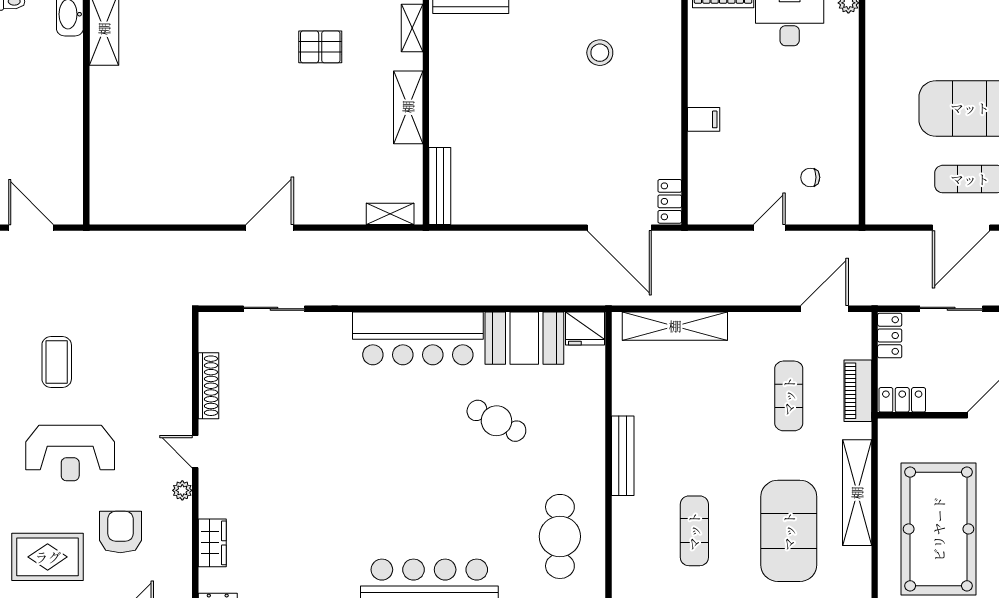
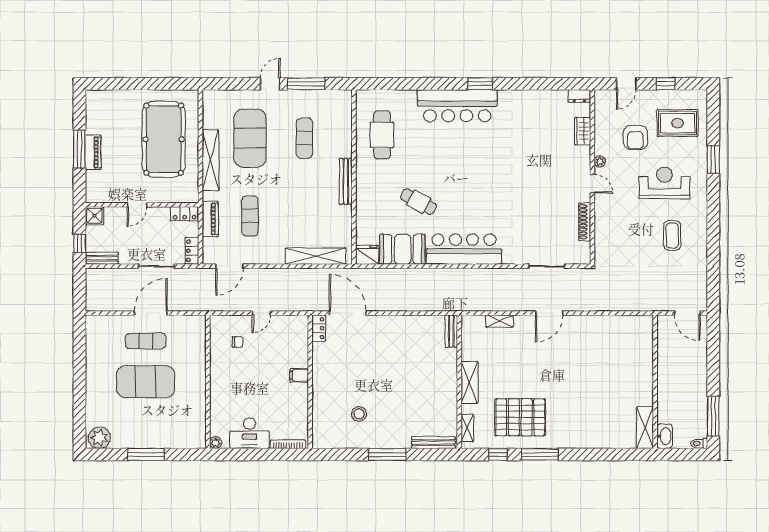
pallet: (320, 47) -> (520, 417), width x2.05, depth x2.00
bench: (440, 186) -> (451, 331), width x0.73
shelving: (390, 214) -> (499, 321), moved

